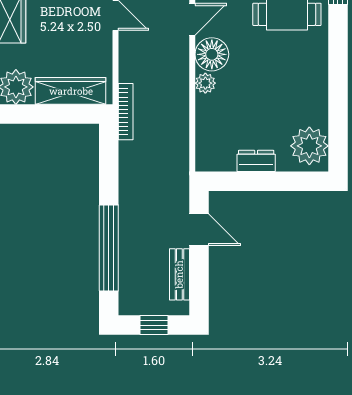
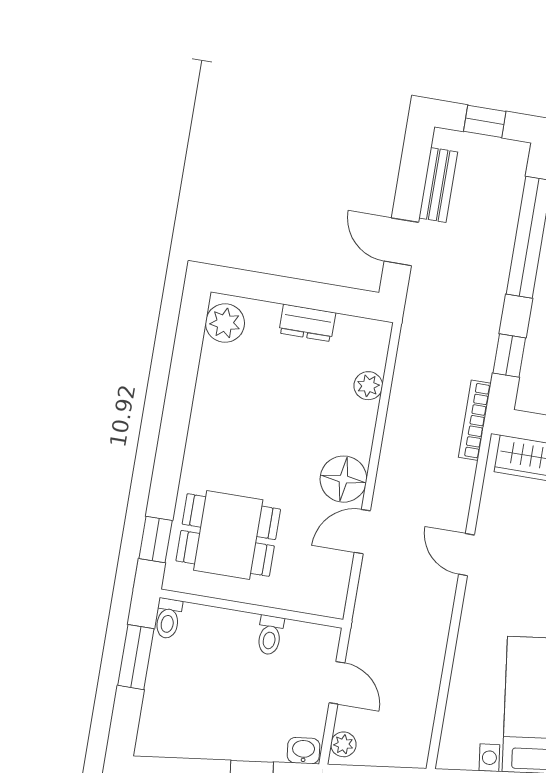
plant: (205, 83) -> (368, 386), moved
plant: (309, 146) -> (225, 323), width x0.73, depth x0.73
window: (109, 162) -> (509, 356), added

